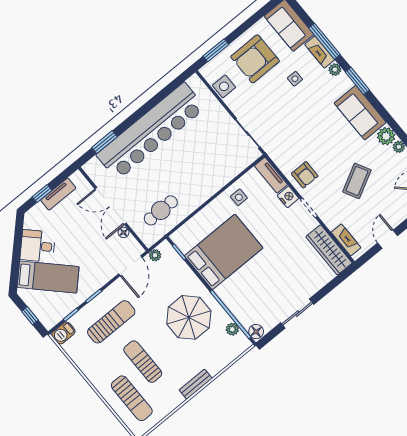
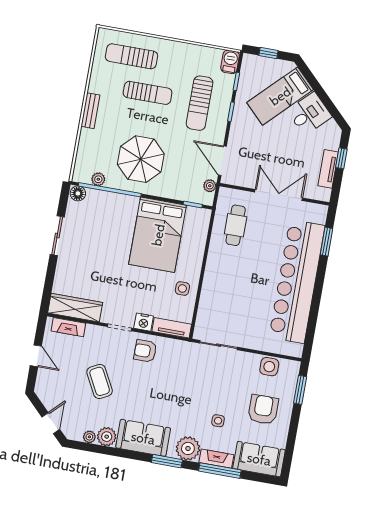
armchair: (255, 59) -> (263, 409), width x0.73, depth x0.73
plant: (335, 70) -> (188, 448), width x1.87, depth x1.87
floor lamp: (124, 232) -> (250, 183), removed

